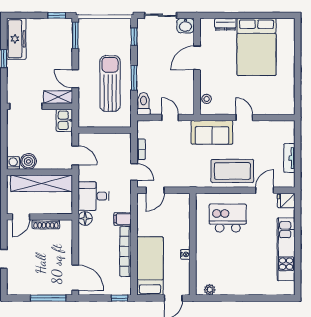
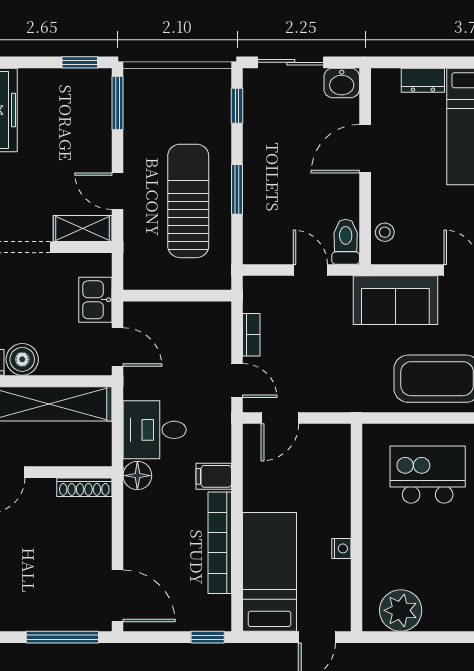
toilet: (144, 104) -> (346, 242), moved
kitchen sink: (64, 120) -> (95, 300), moved
shoe rack: (46, 224) -> (84, 487), moved
plant: (210, 290) -> (401, 610), width x1.88, depth x1.88

